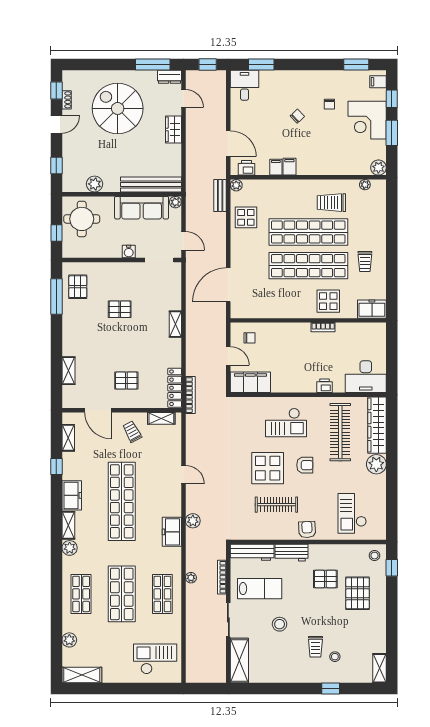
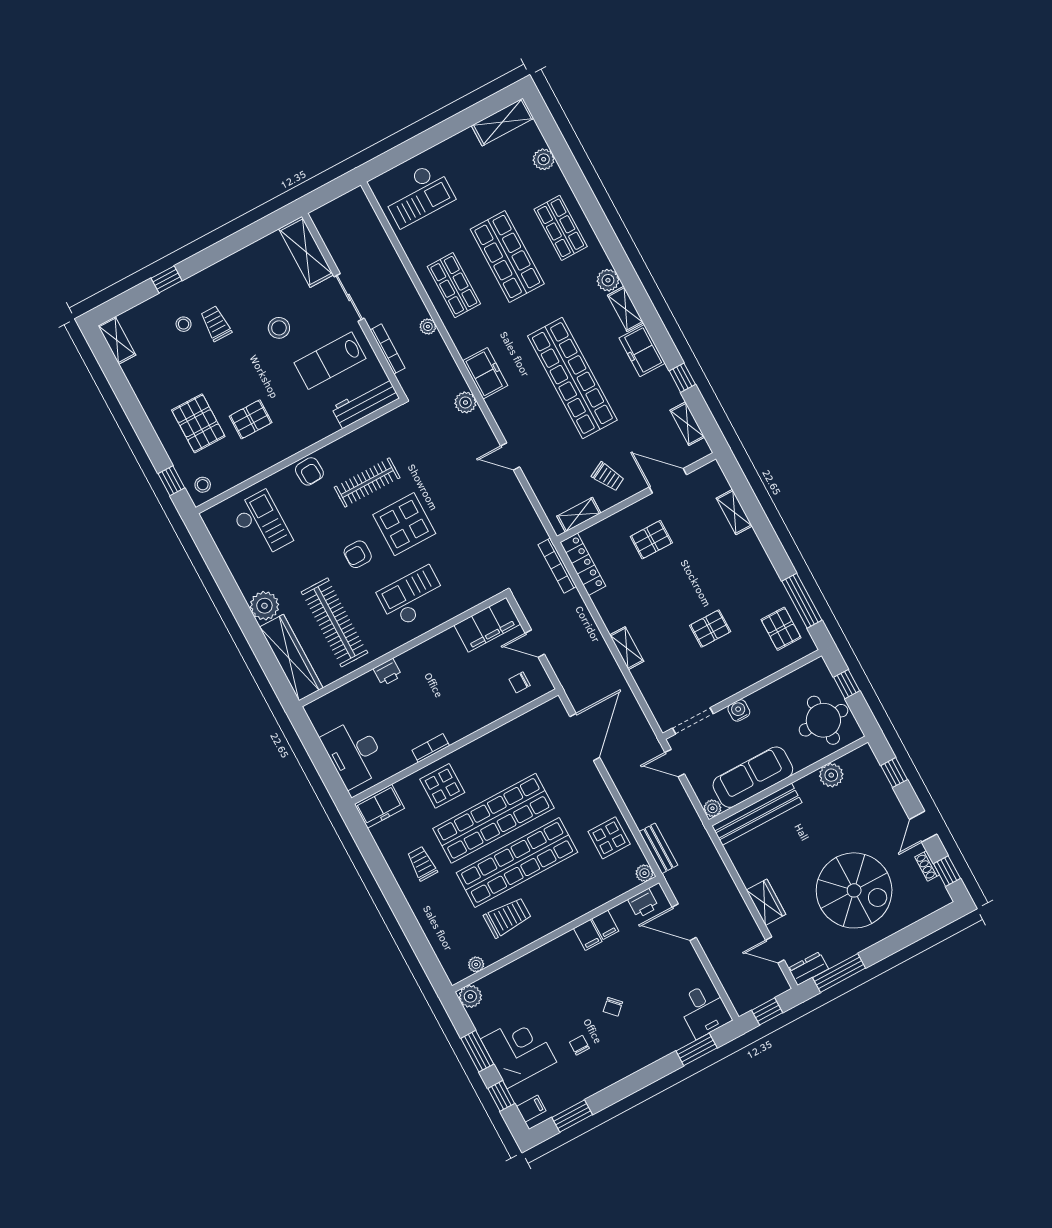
desk: (366, 377) -> (354, 753), moved, turned -90
workbench: (291, 553) -> (314, 430), removed

